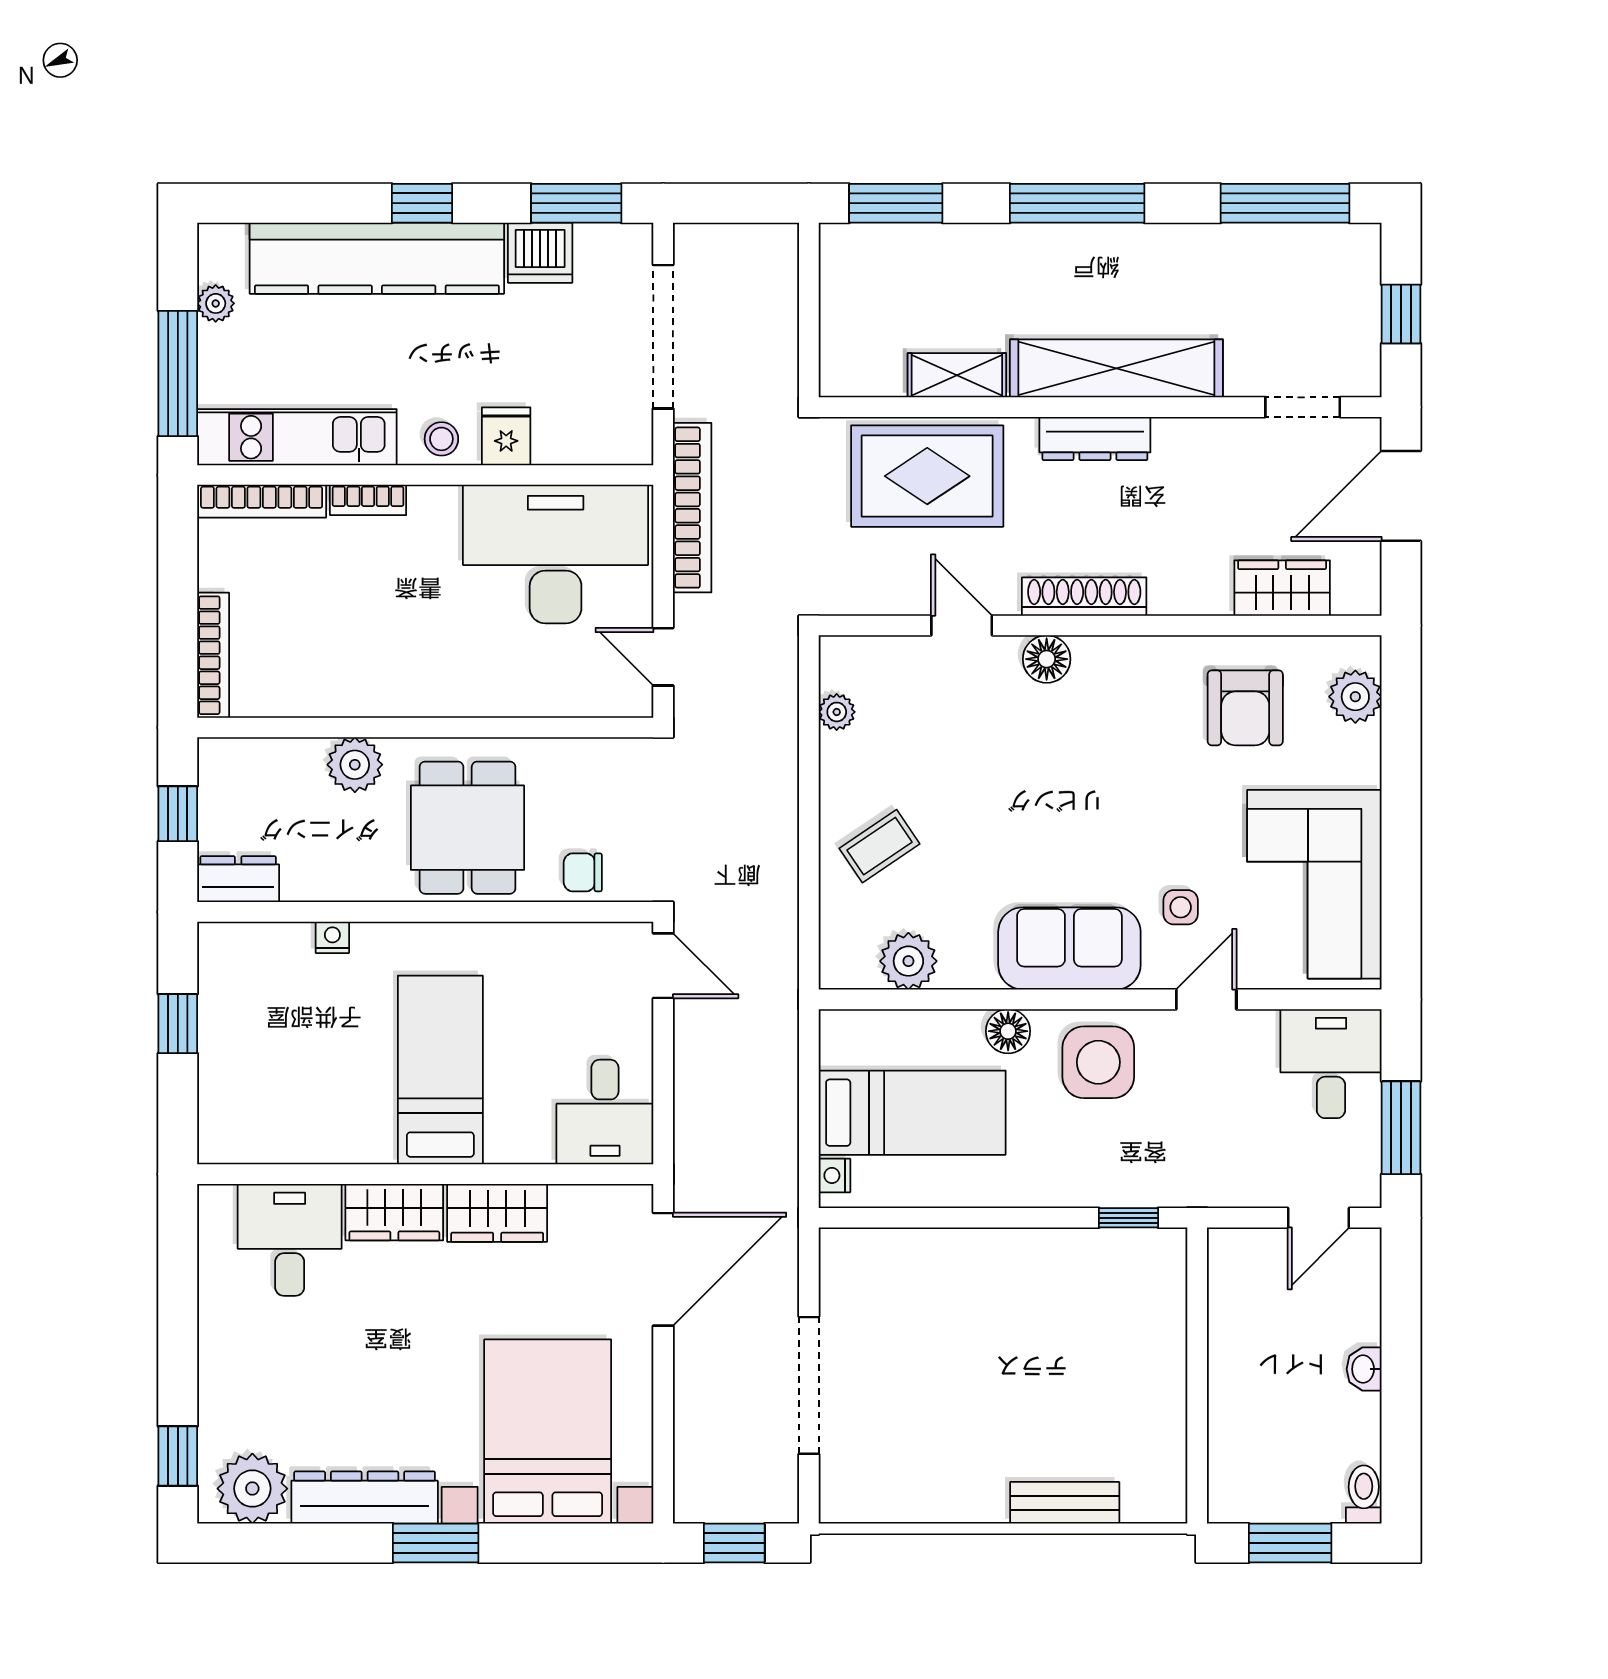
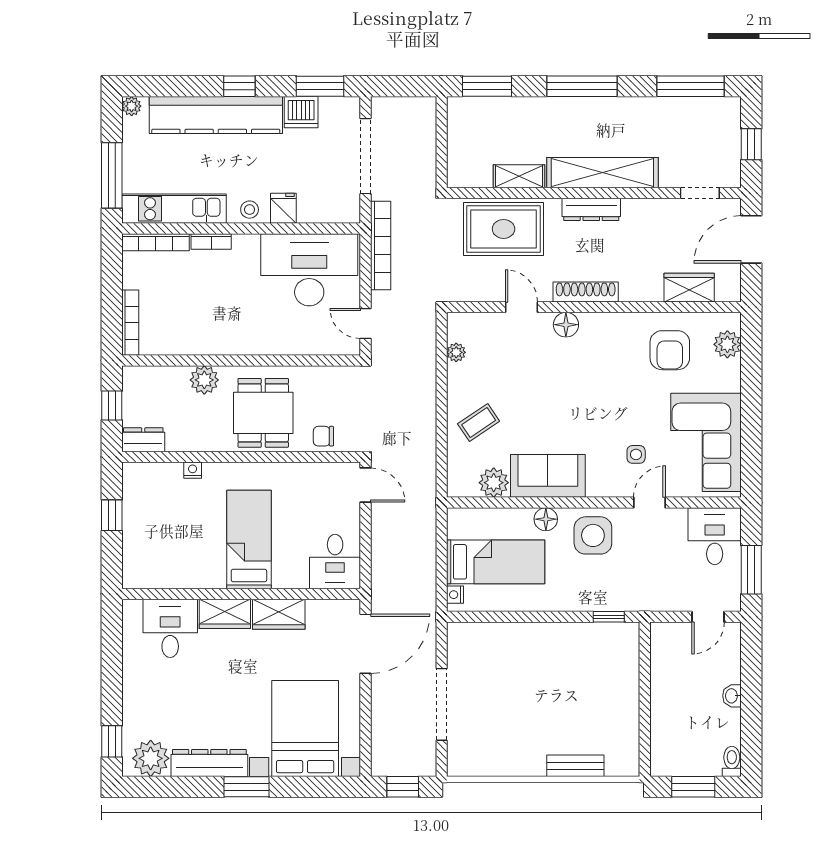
plant: (216, 303) -> (132, 106), moved
sofa: (1069, 948) -> (548, 476), moved

